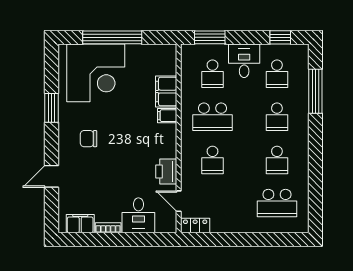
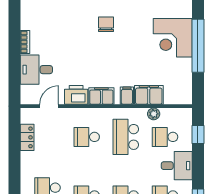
window: (210, 37) -> (198, 134), width x0.67
corner desk: (96, 73) -> (173, 38), width x0.74, depth x0.74
plant: (187, 86) -> (154, 114), added
filing cabinet: (80, 224) -> (101, 96), moved, turned -90
locker: (195, 225) -> (27, 137), moved

